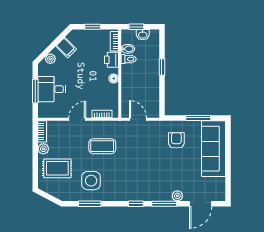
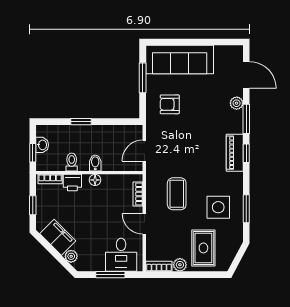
filing cabinet: (66, 48) -> (58, 237), width x2.00
bidet: (128, 49) -> (95, 163), moved
desk: (52, 89) -> (121, 255), moved
piano: (136, 194) -> (235, 153), added

